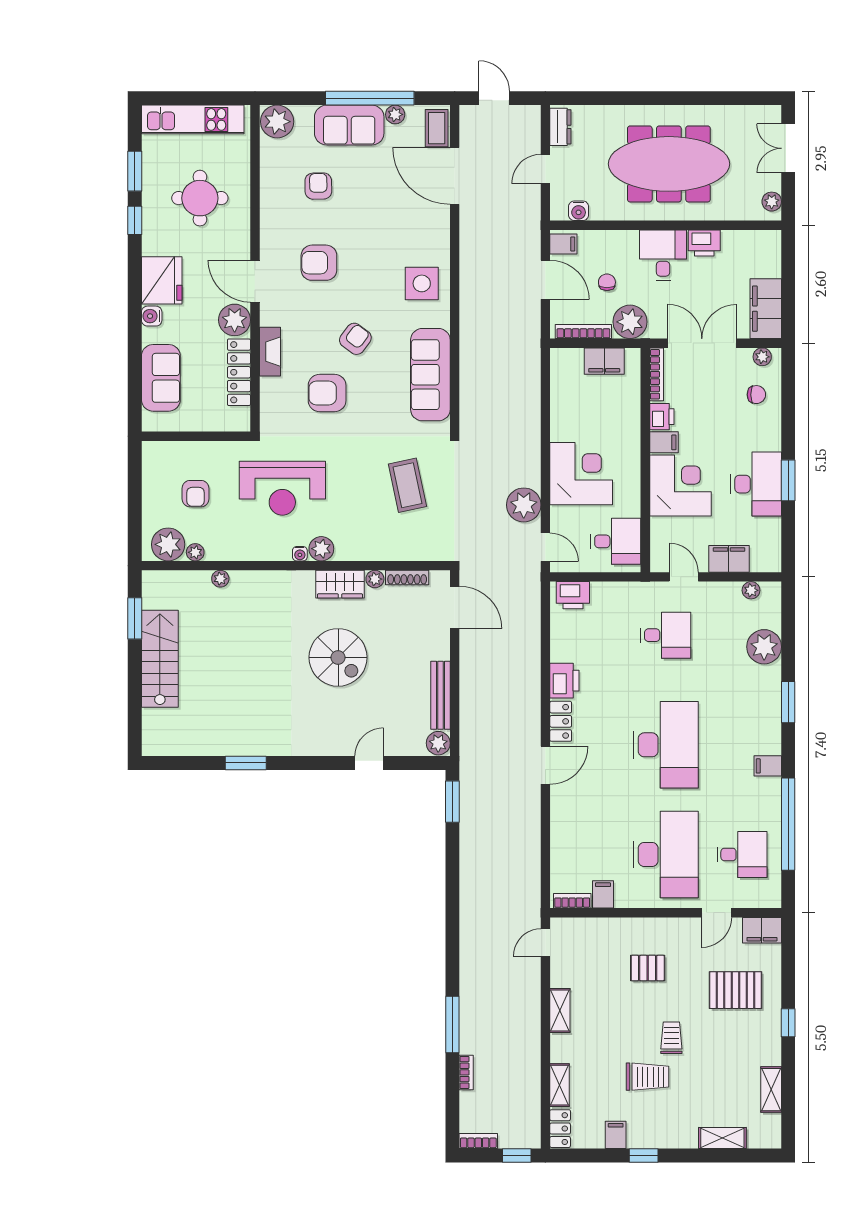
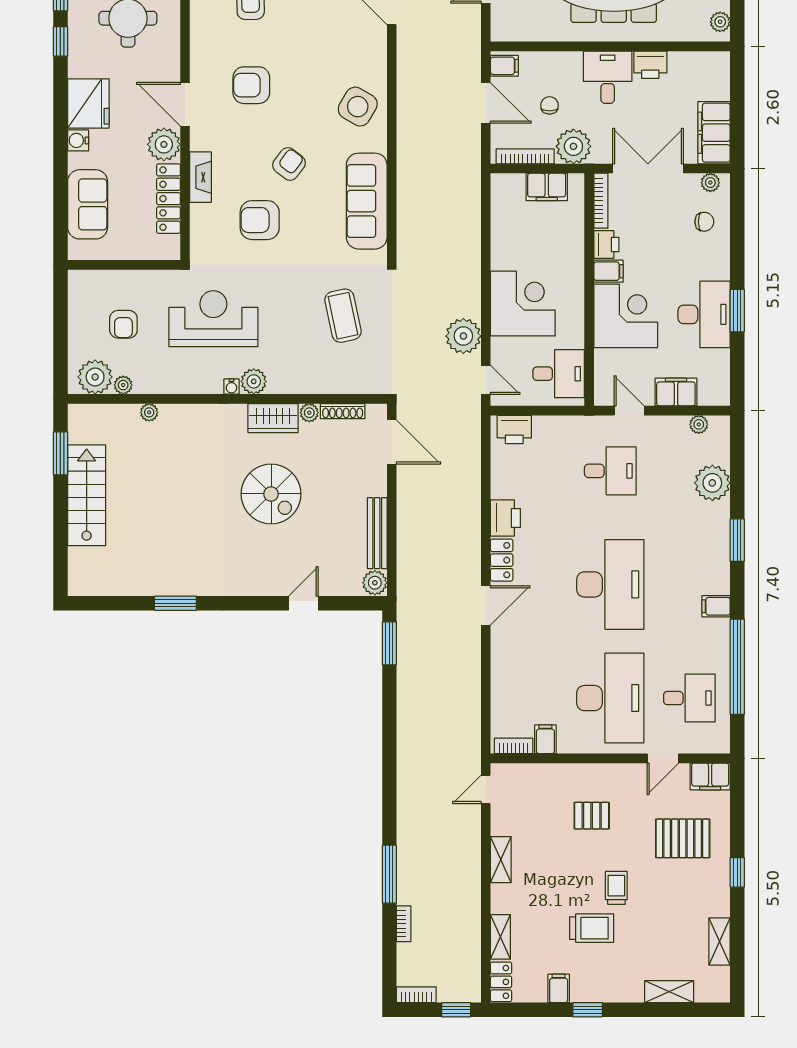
water cooler: (579, 211) -> (520, 31), removed
side table: (422, 283) -> (358, 107), turned 30
reception desk: (282, 488) -> (213, 319), turned 180

